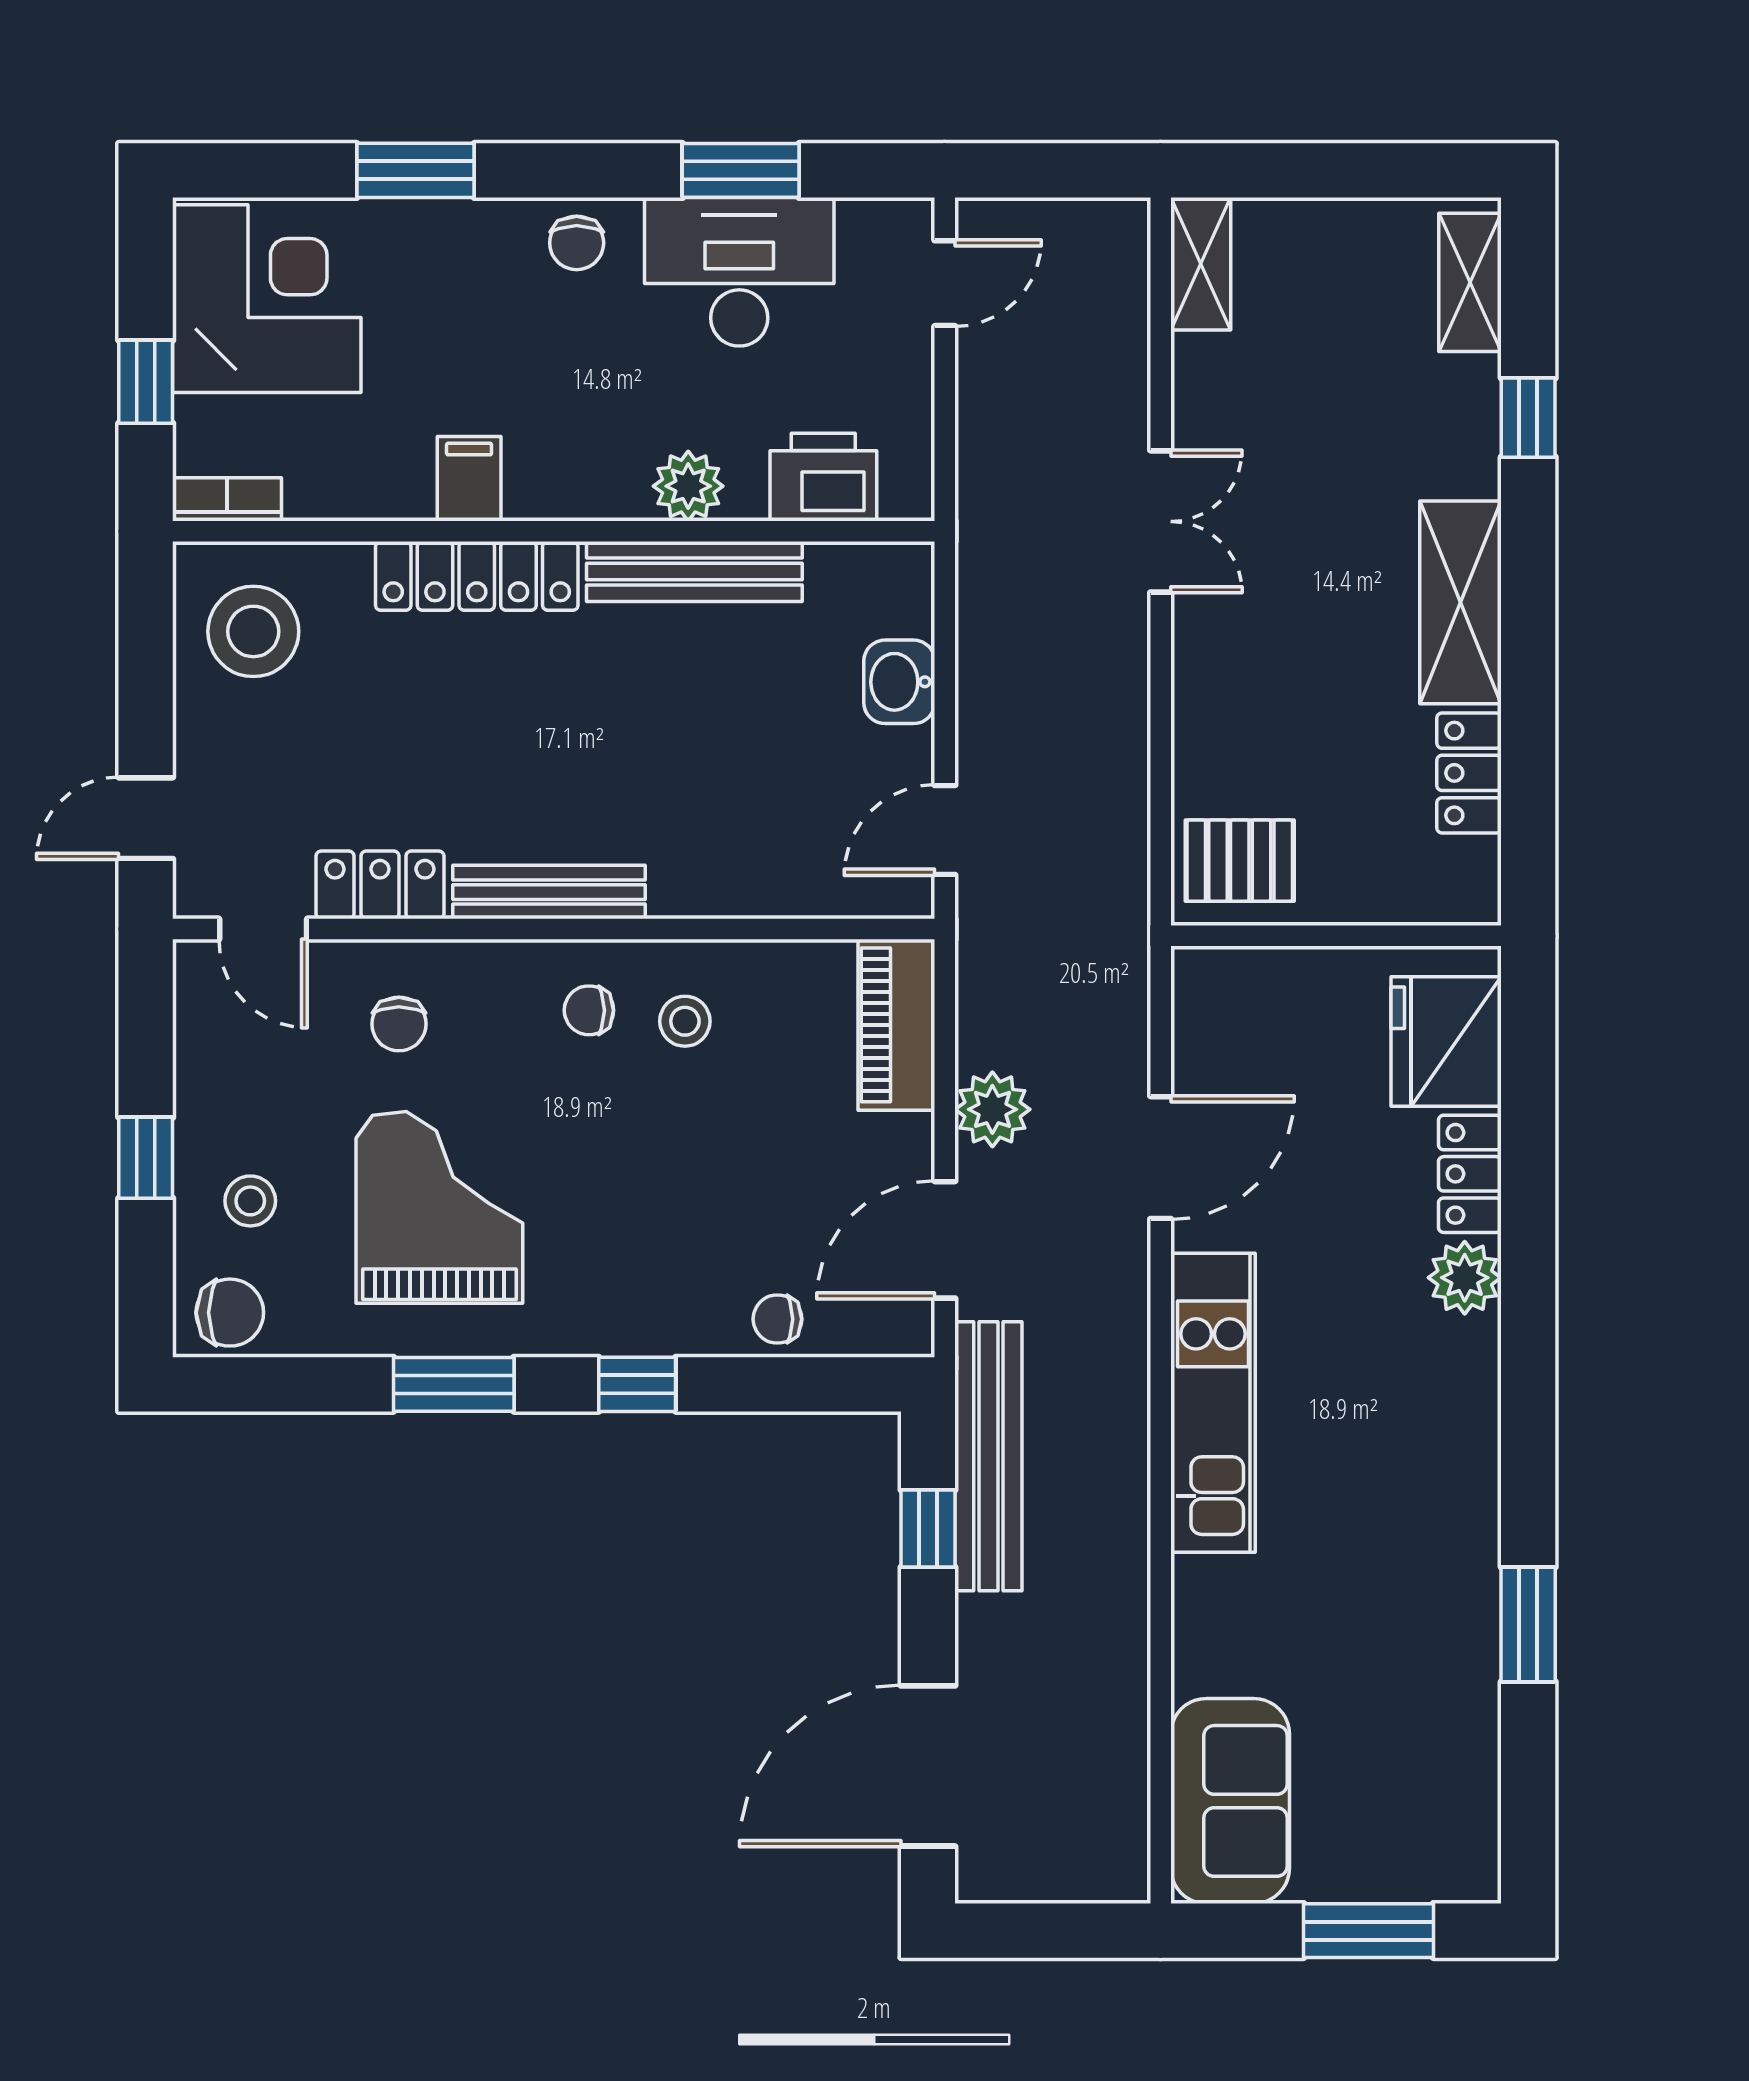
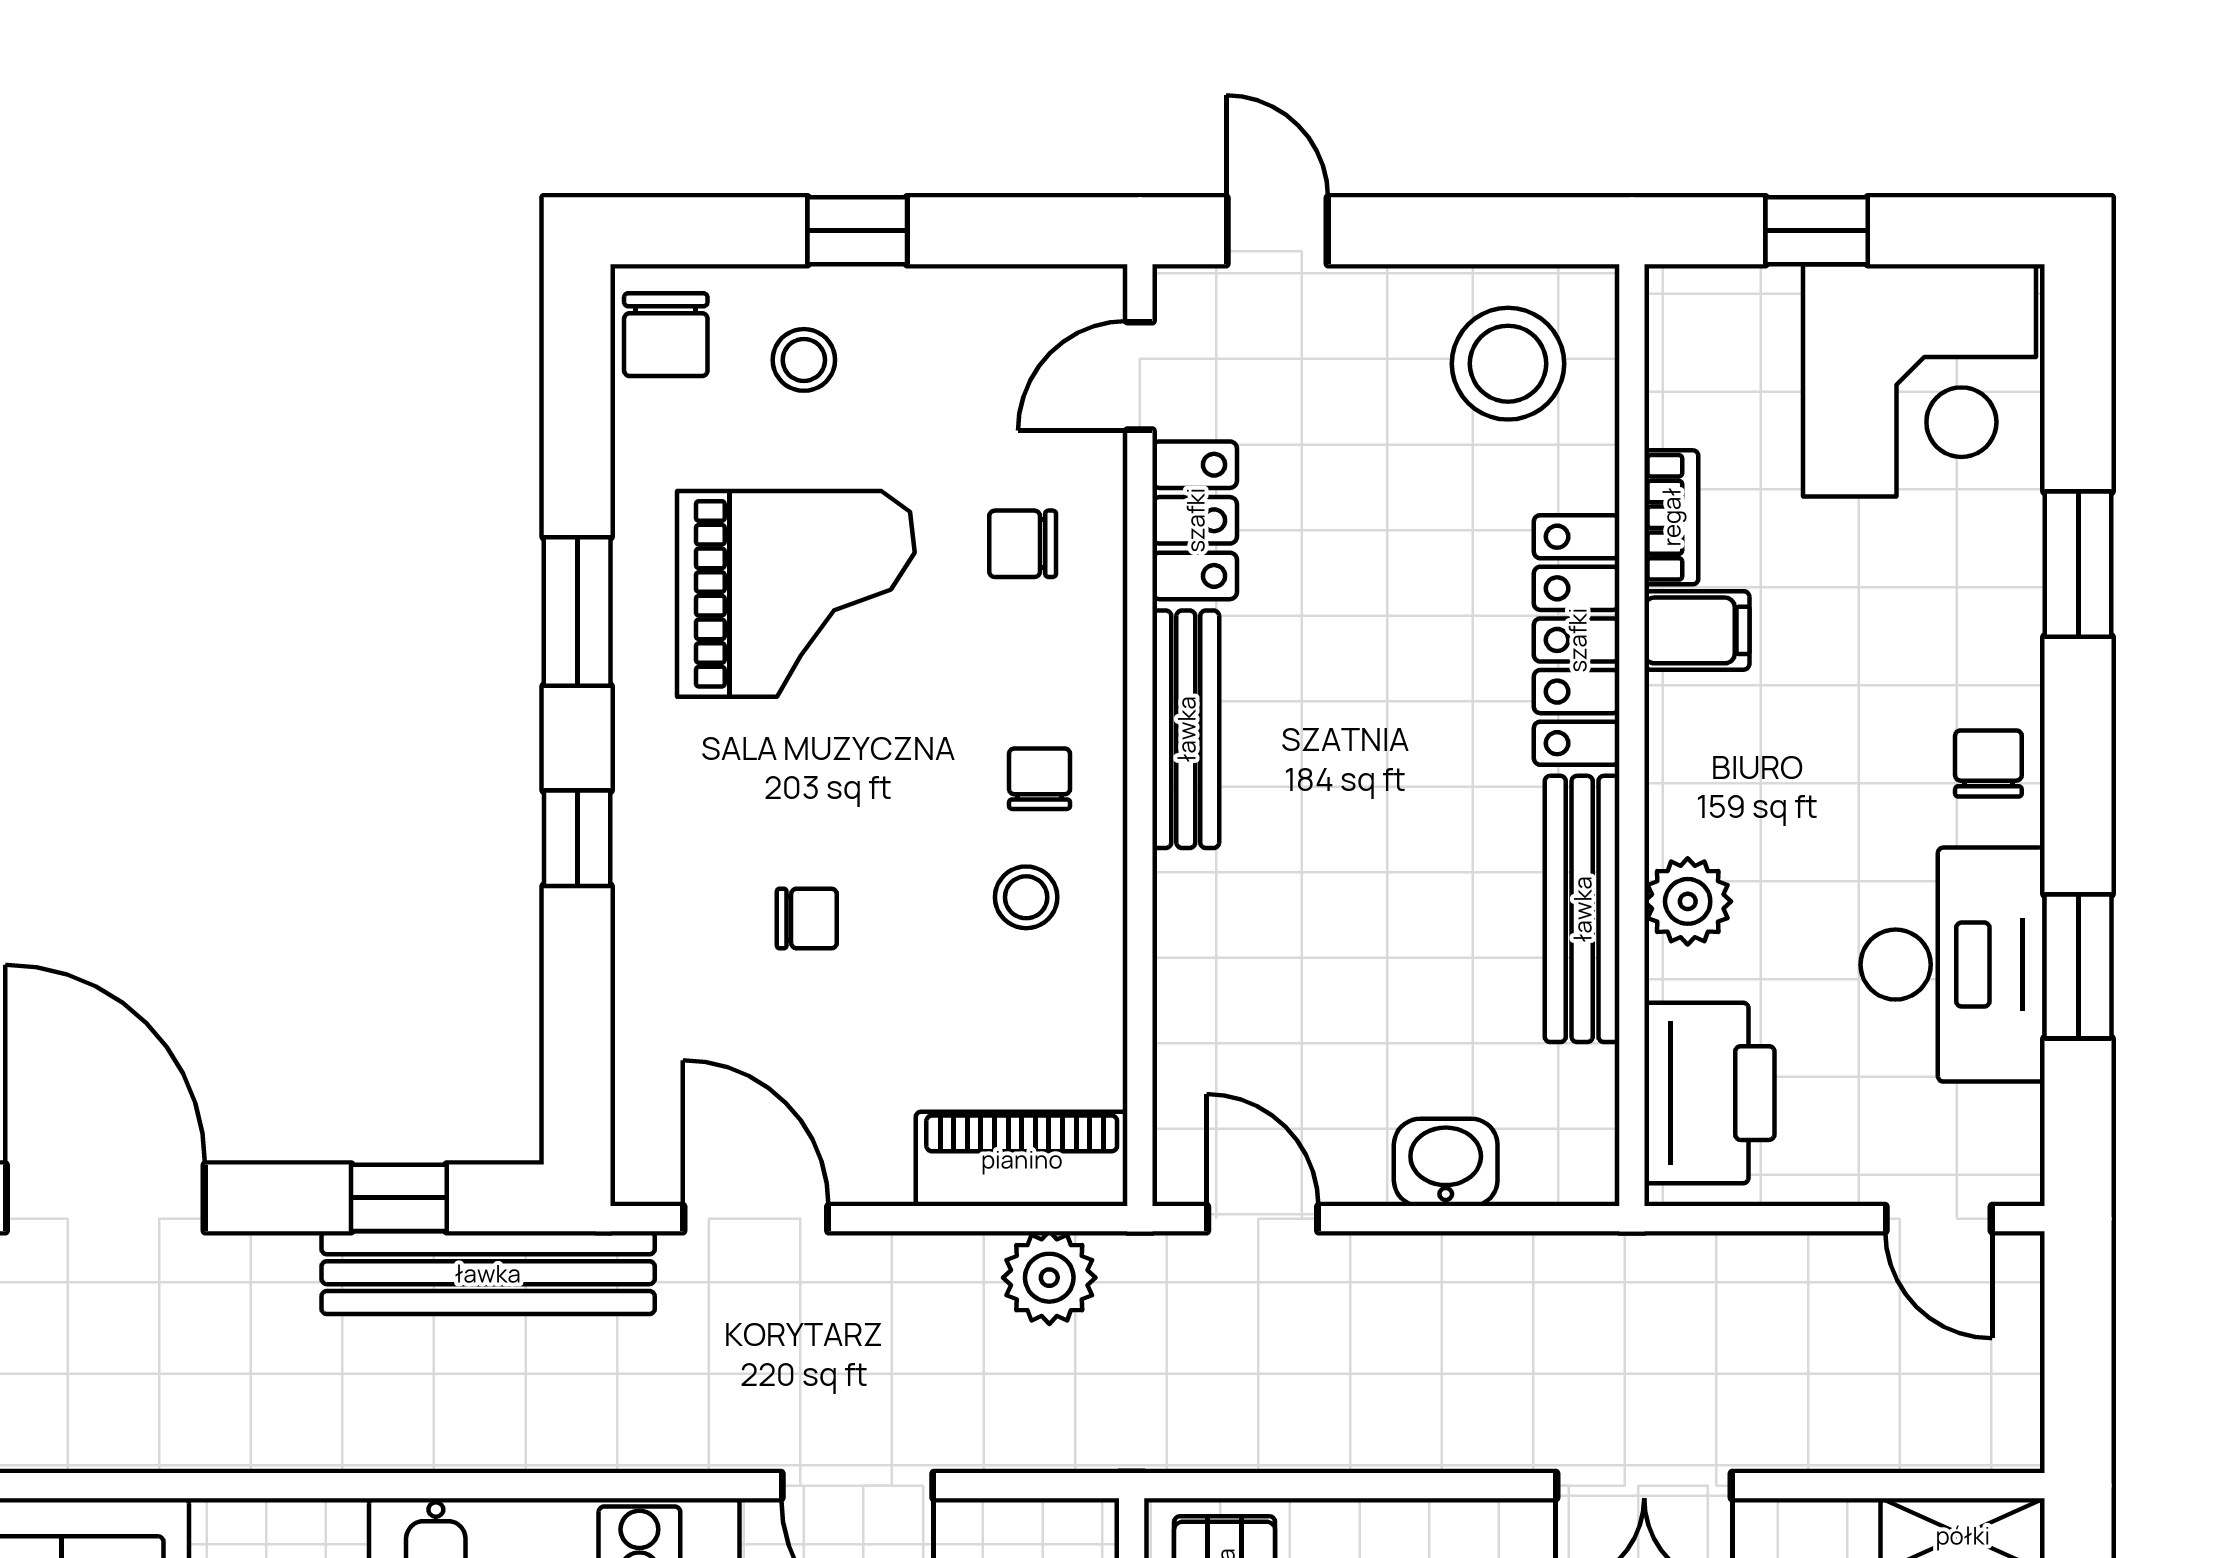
chair: (577, 243) -> (1988, 763), turned 90
printer: (823, 477) -> (1709, 1093), width x1.37, depth x1.19
bookcase: (227, 499) -> (1671, 517), moved
plant: (992, 1109) -> (1049, 1278), moved
chair: (777, 1319) -> (807, 919), moved, turned 90

